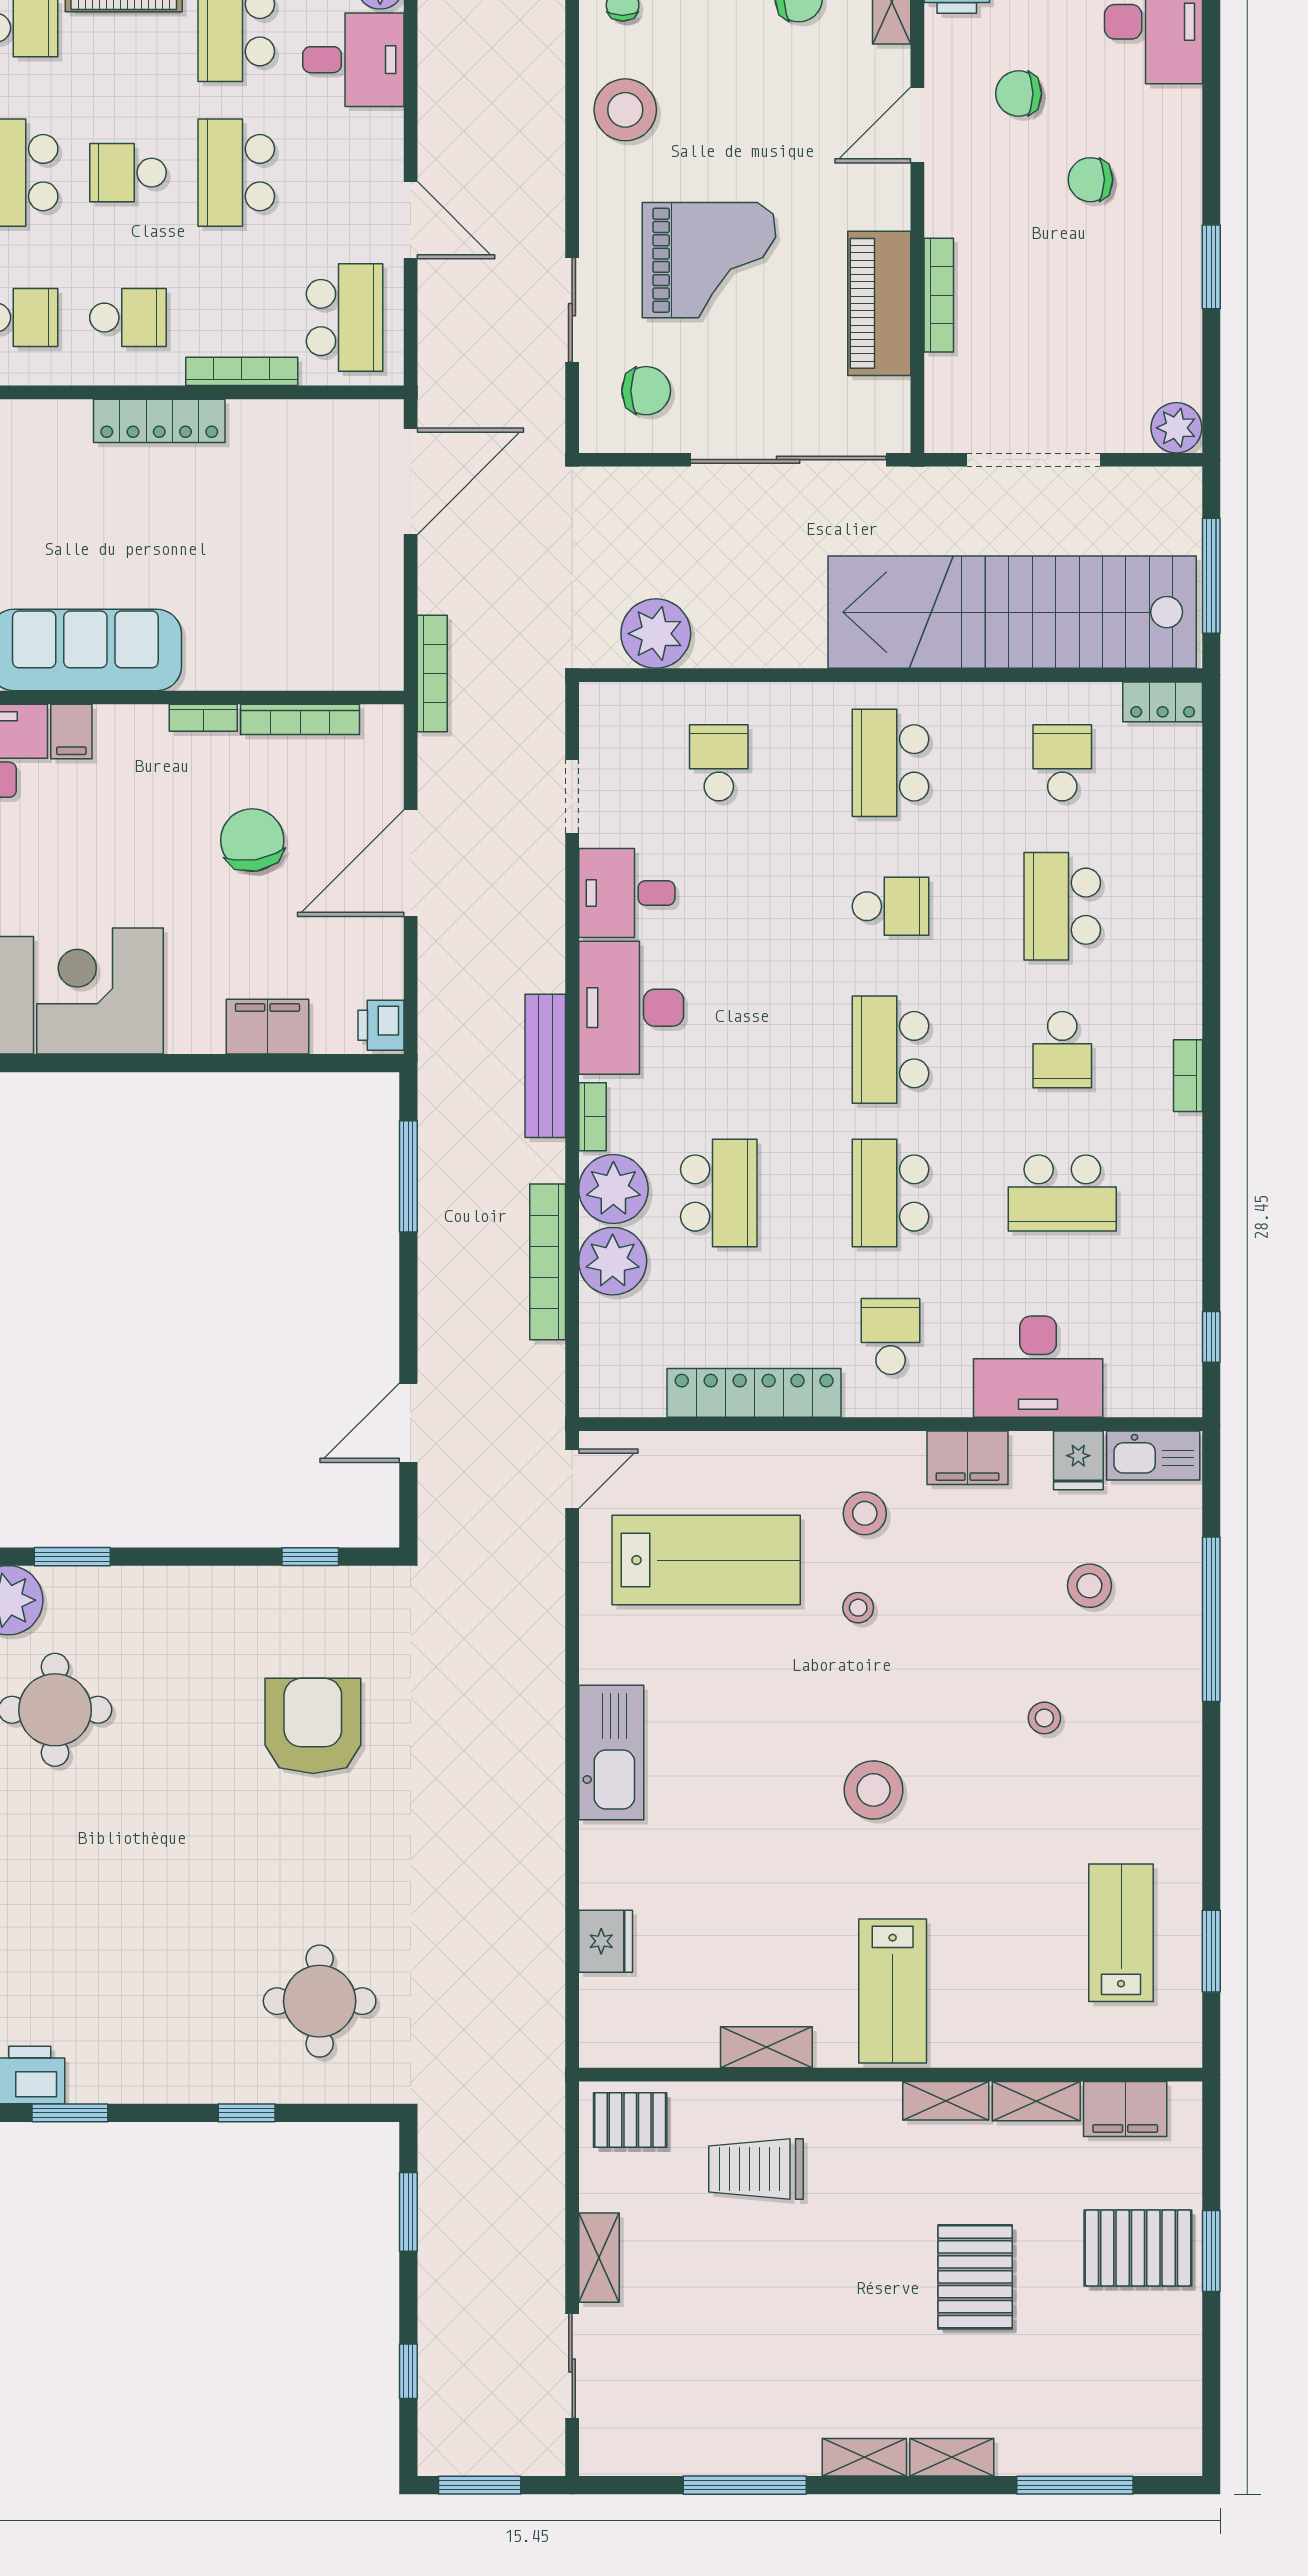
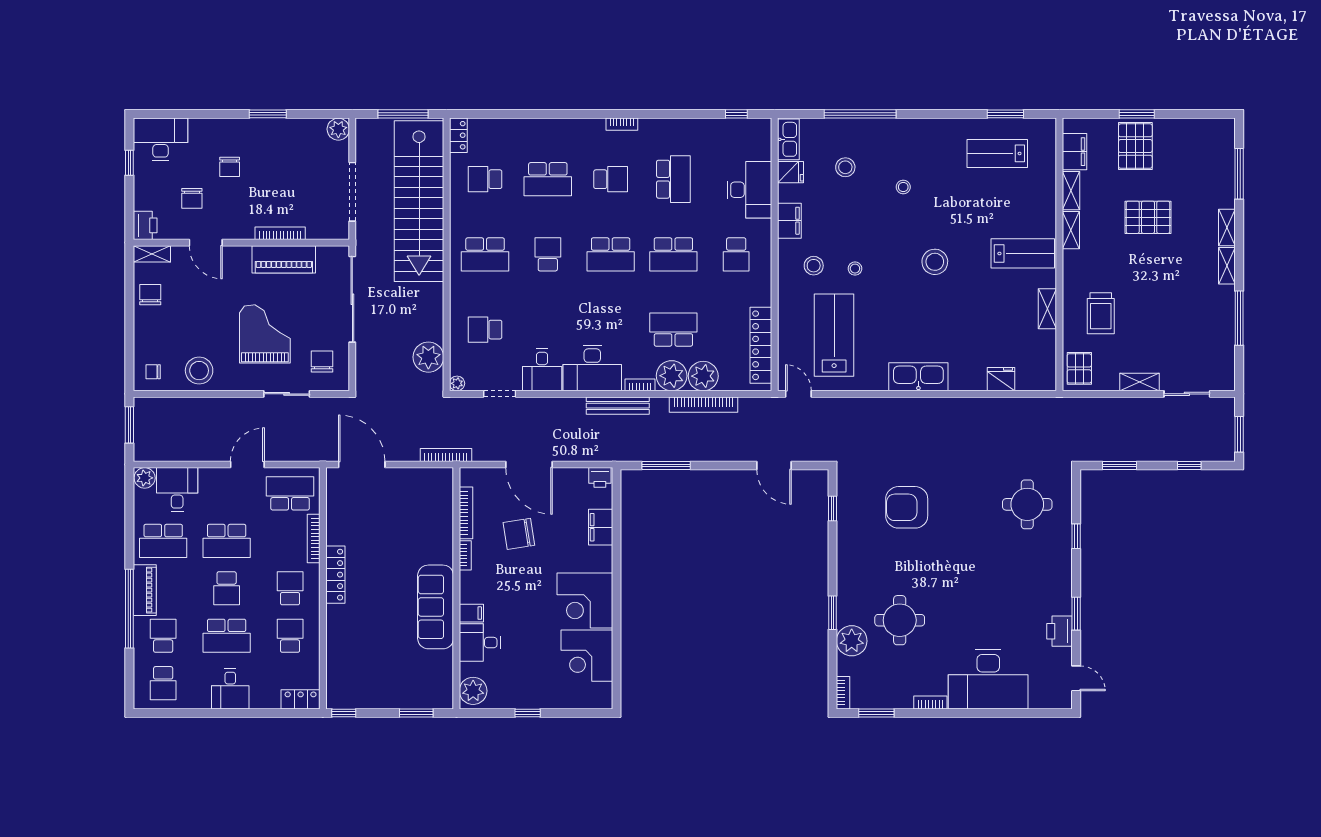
plant: (596, 699) -> (457, 383), added
school desk: (891, 1336) -> (736, 254), turned -90
locker: (754, 1393) -> (761, 345), moved

